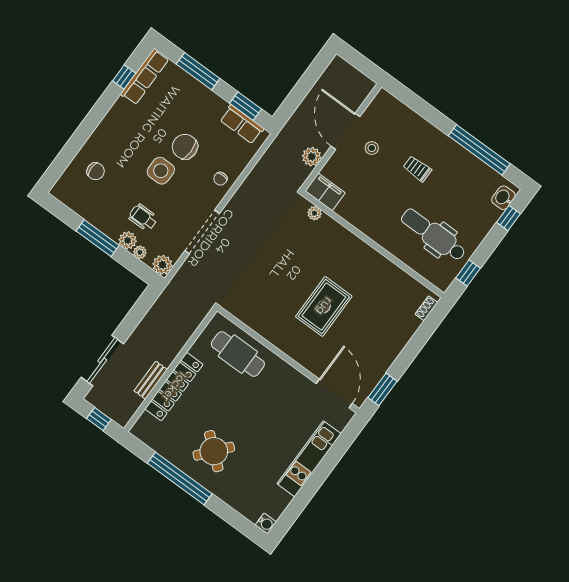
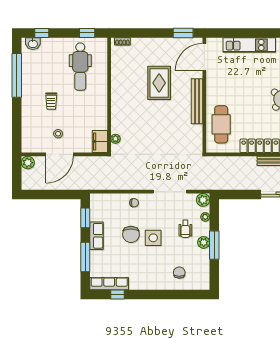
row of seats: (242, 124) -> (97, 236), moved
plant: (312, 157) -> (28, 163), moved
plant: (128, 240) -> (204, 242), moved
rug: (324, 306) -> (159, 83), moved, turned 90
bench: (287, 345) -> (197, 101), added

